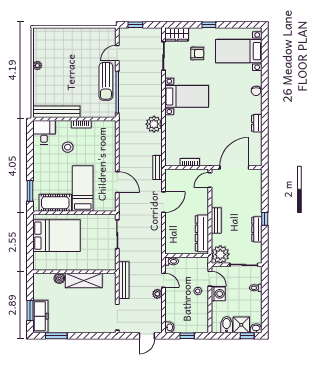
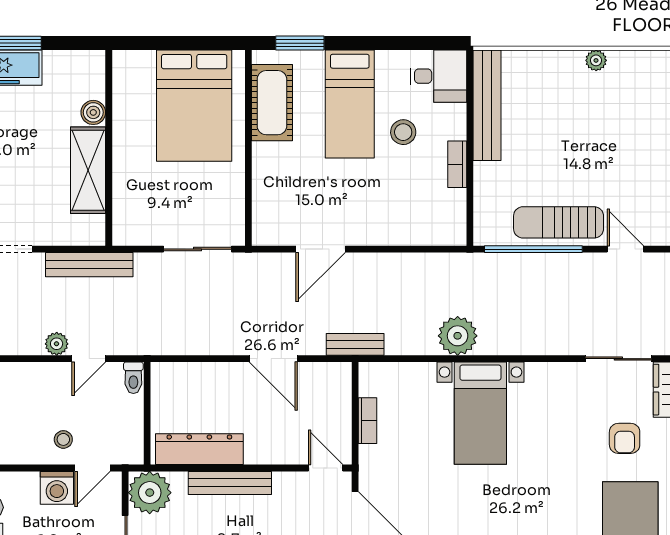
bed with nightstands: (187, 96) -> (480, 413), moved
bed: (83, 188) -> (350, 104), moved, turned 90
bench: (216, 221) -> (230, 483), width x1.36

